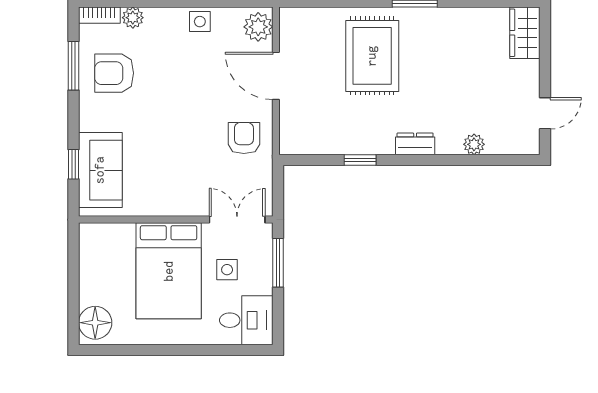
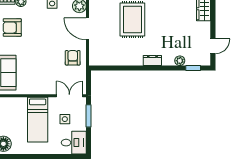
window: (360, 160) -> (193, 68), moved
bed: (169, 271) -> (38, 120), width x0.67

